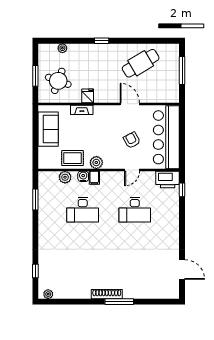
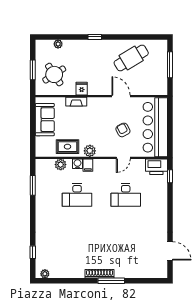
round table: (58, 81) -> (54, 74), turned 37

